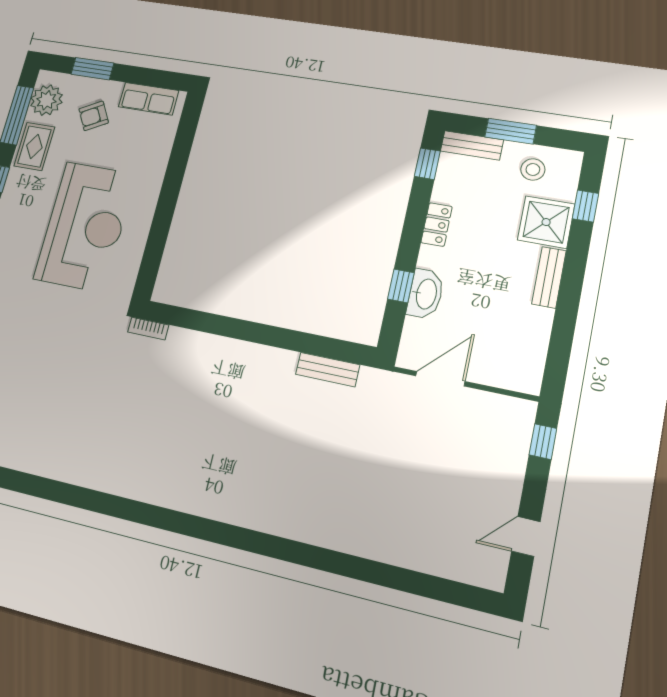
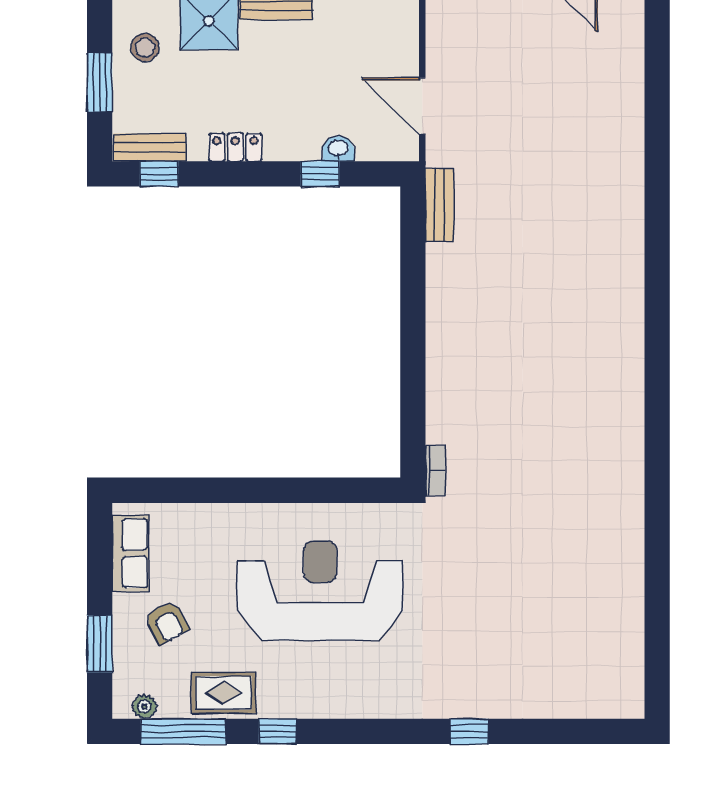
plant: (46, 100) -> (144, 707), width x0.53, depth x0.53
bench: (472, 145) -> (150, 147), moved, turned 90
washbasin: (426, 294) -> (338, 149), width x0.52, depth x0.69
bench: (328, 370) -> (439, 205), moved

